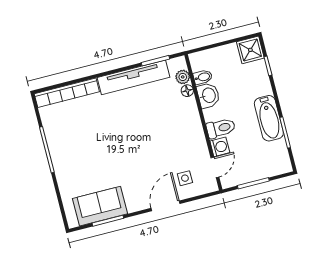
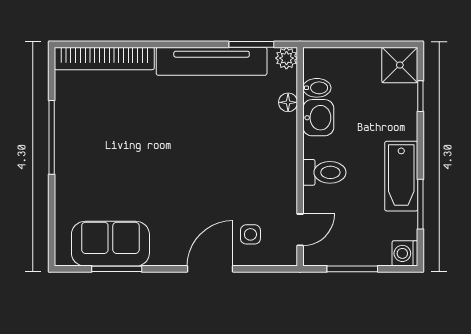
plant: (183, 77) -> (286, 58), moved
washing machine: (220, 147) -> (405, 253), moved, turned 180

